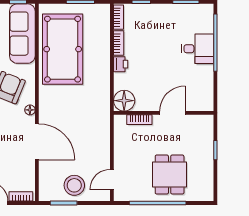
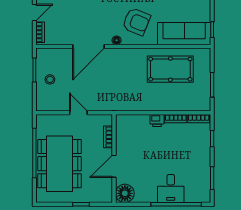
pool table: (63, 49) -> (170, 69), width x0.73, depth x0.76
floor lamp: (124, 101) -> (125, 193), moved
door: (173, 113) -> (114, 166), swing flipped
dining table: (170, 175) -> (60, 164), width x1.88, depth x1.24
door: (112, 180) -> (78, 113), moved
stool: (74, 185) -> (50, 79), width x0.53, depth x0.53

